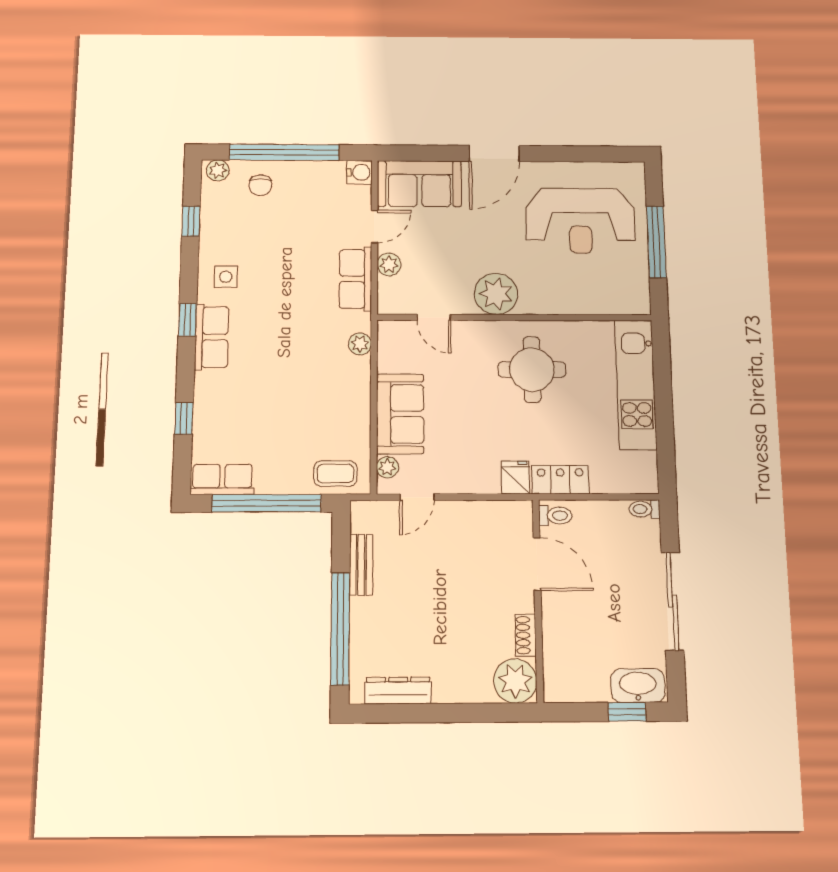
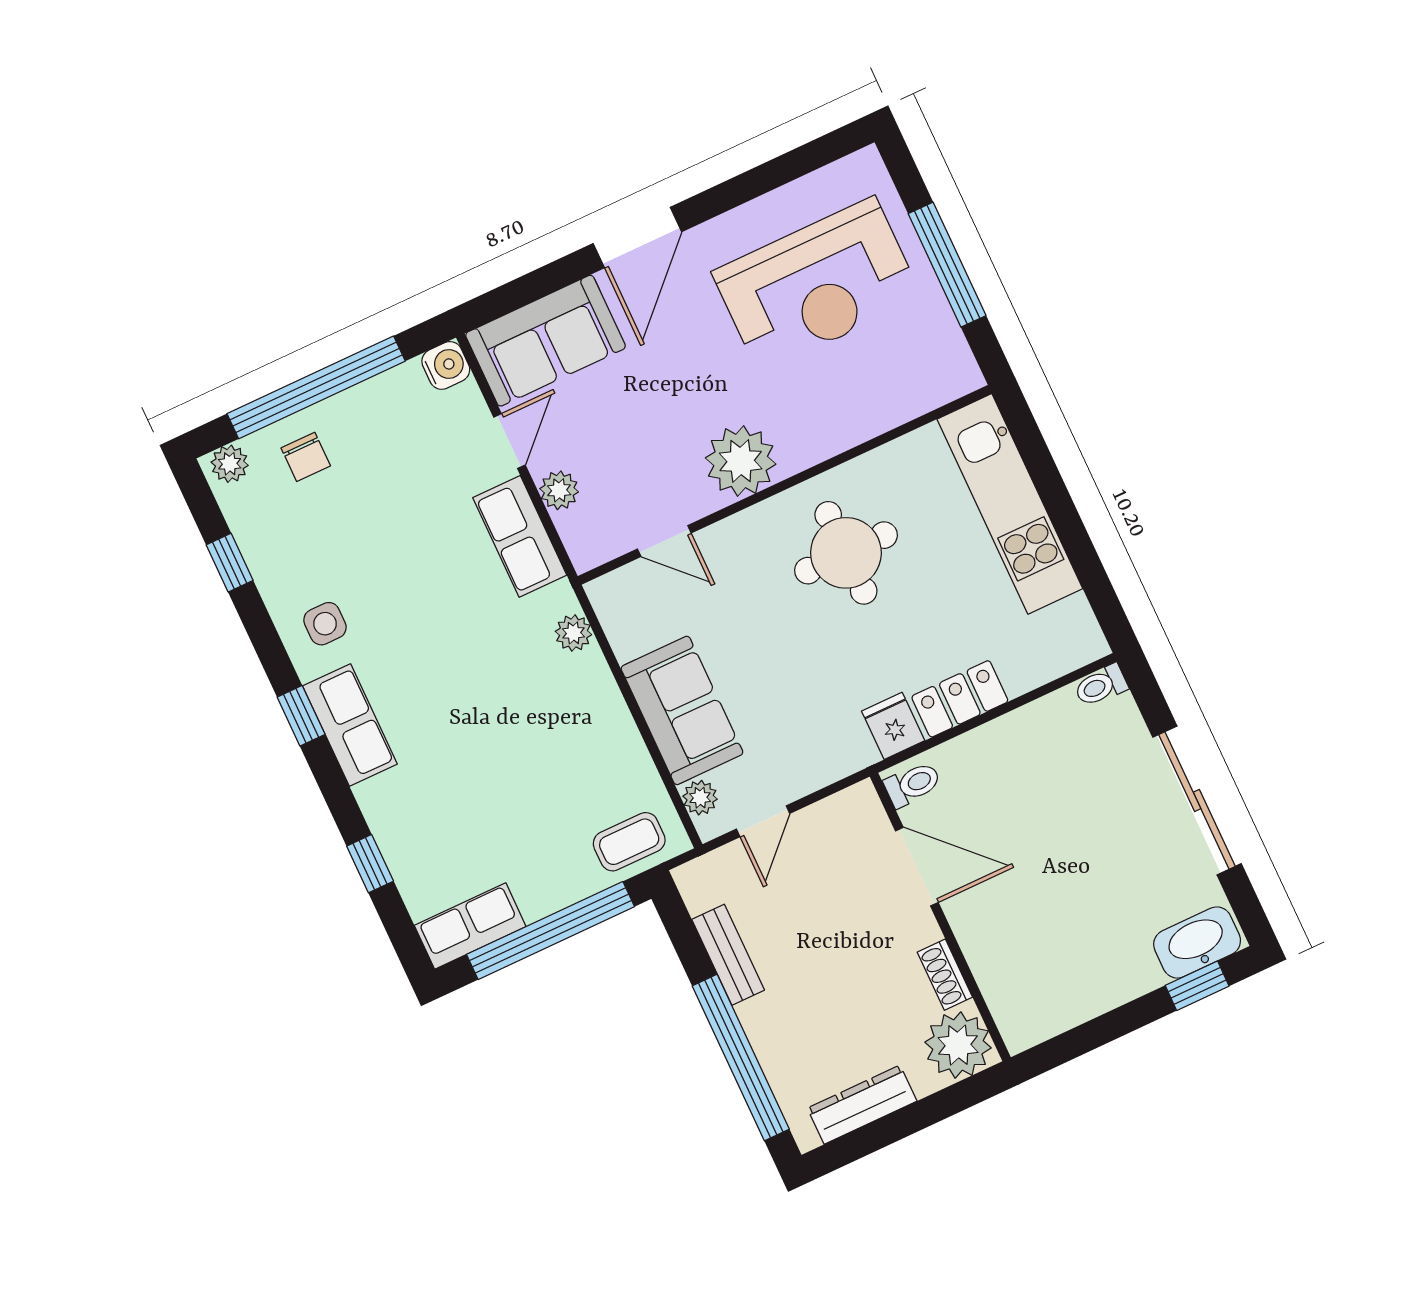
toilet: (555, 516) -> (913, 784), moved
door: (537, 564) -> (917, 867), moved
wall: (538, 600) -> (940, 917), moved
shoe rack: (526, 635) -> (945, 975), moved
plant: (515, 681) -> (958, 1045), moved

